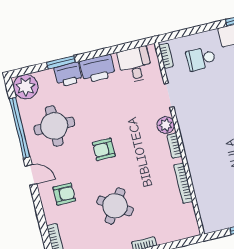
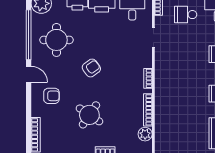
plant: (166, 125) -> (145, 134), moved
armchair: (104, 149) -> (91, 68), turned 144

